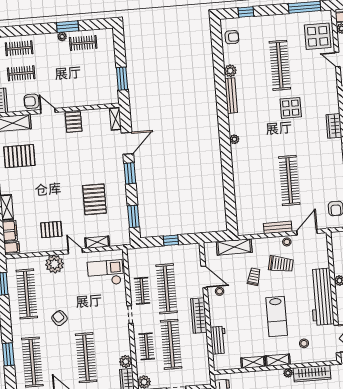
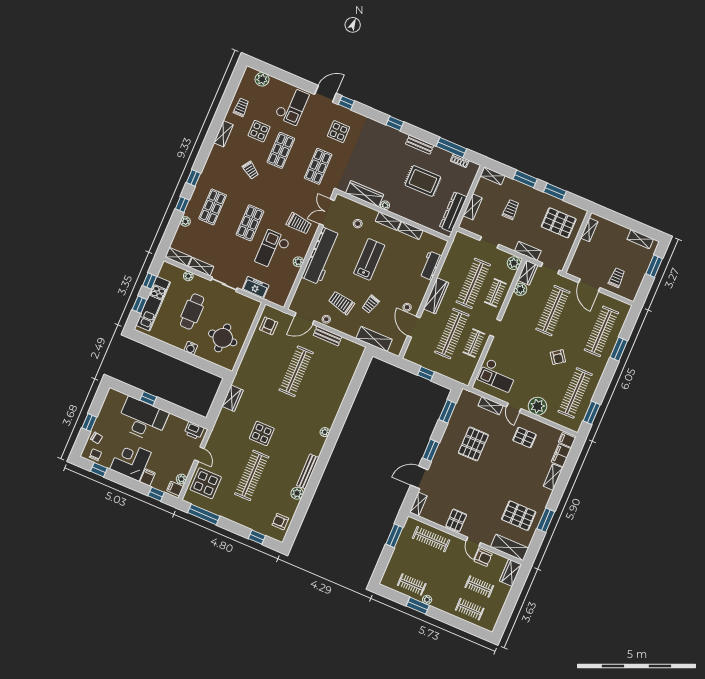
clothes rail: (87, 93) -> (431, 539), added

